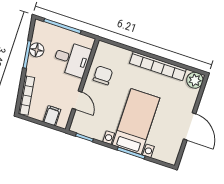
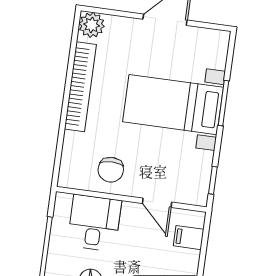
chair: (103, 75) -> (111, 170), turned -90
door: (77, 100) -> (157, 203), swing flipped

